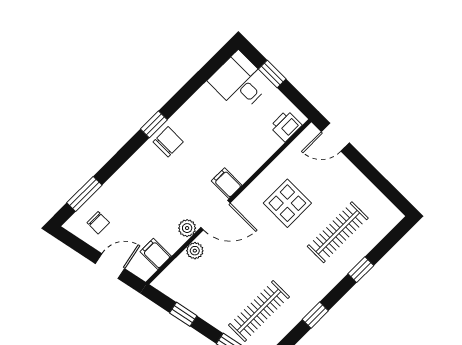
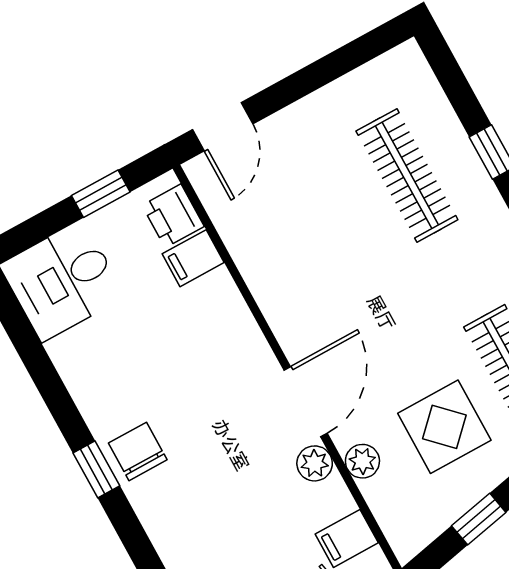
window: (272, 74) -> (101, 194), moved
filing cabinet: (227, 183) -> (193, 258), moved
display table: (287, 203) -> (444, 427), moved

